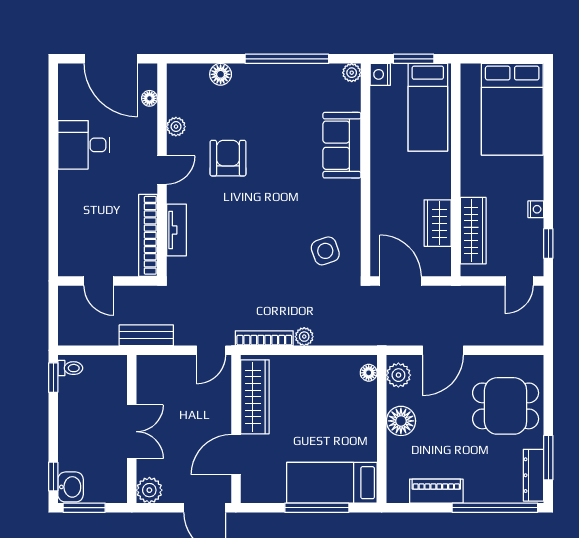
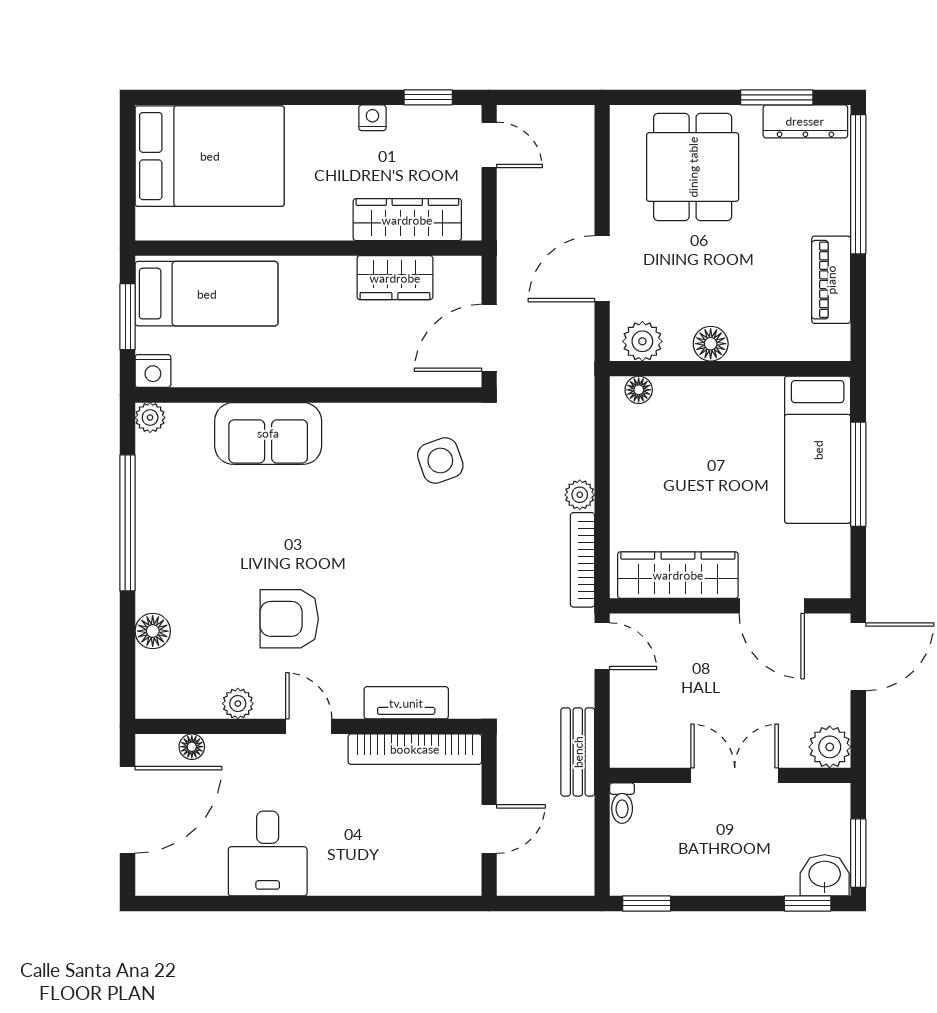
door: (443, 350) -> (602, 269), swing flipped
toilet: (70, 368) -> (622, 803), moved, turned 180
floor lamp: (401, 421) -> (711, 344), width x0.73, depth x0.73

